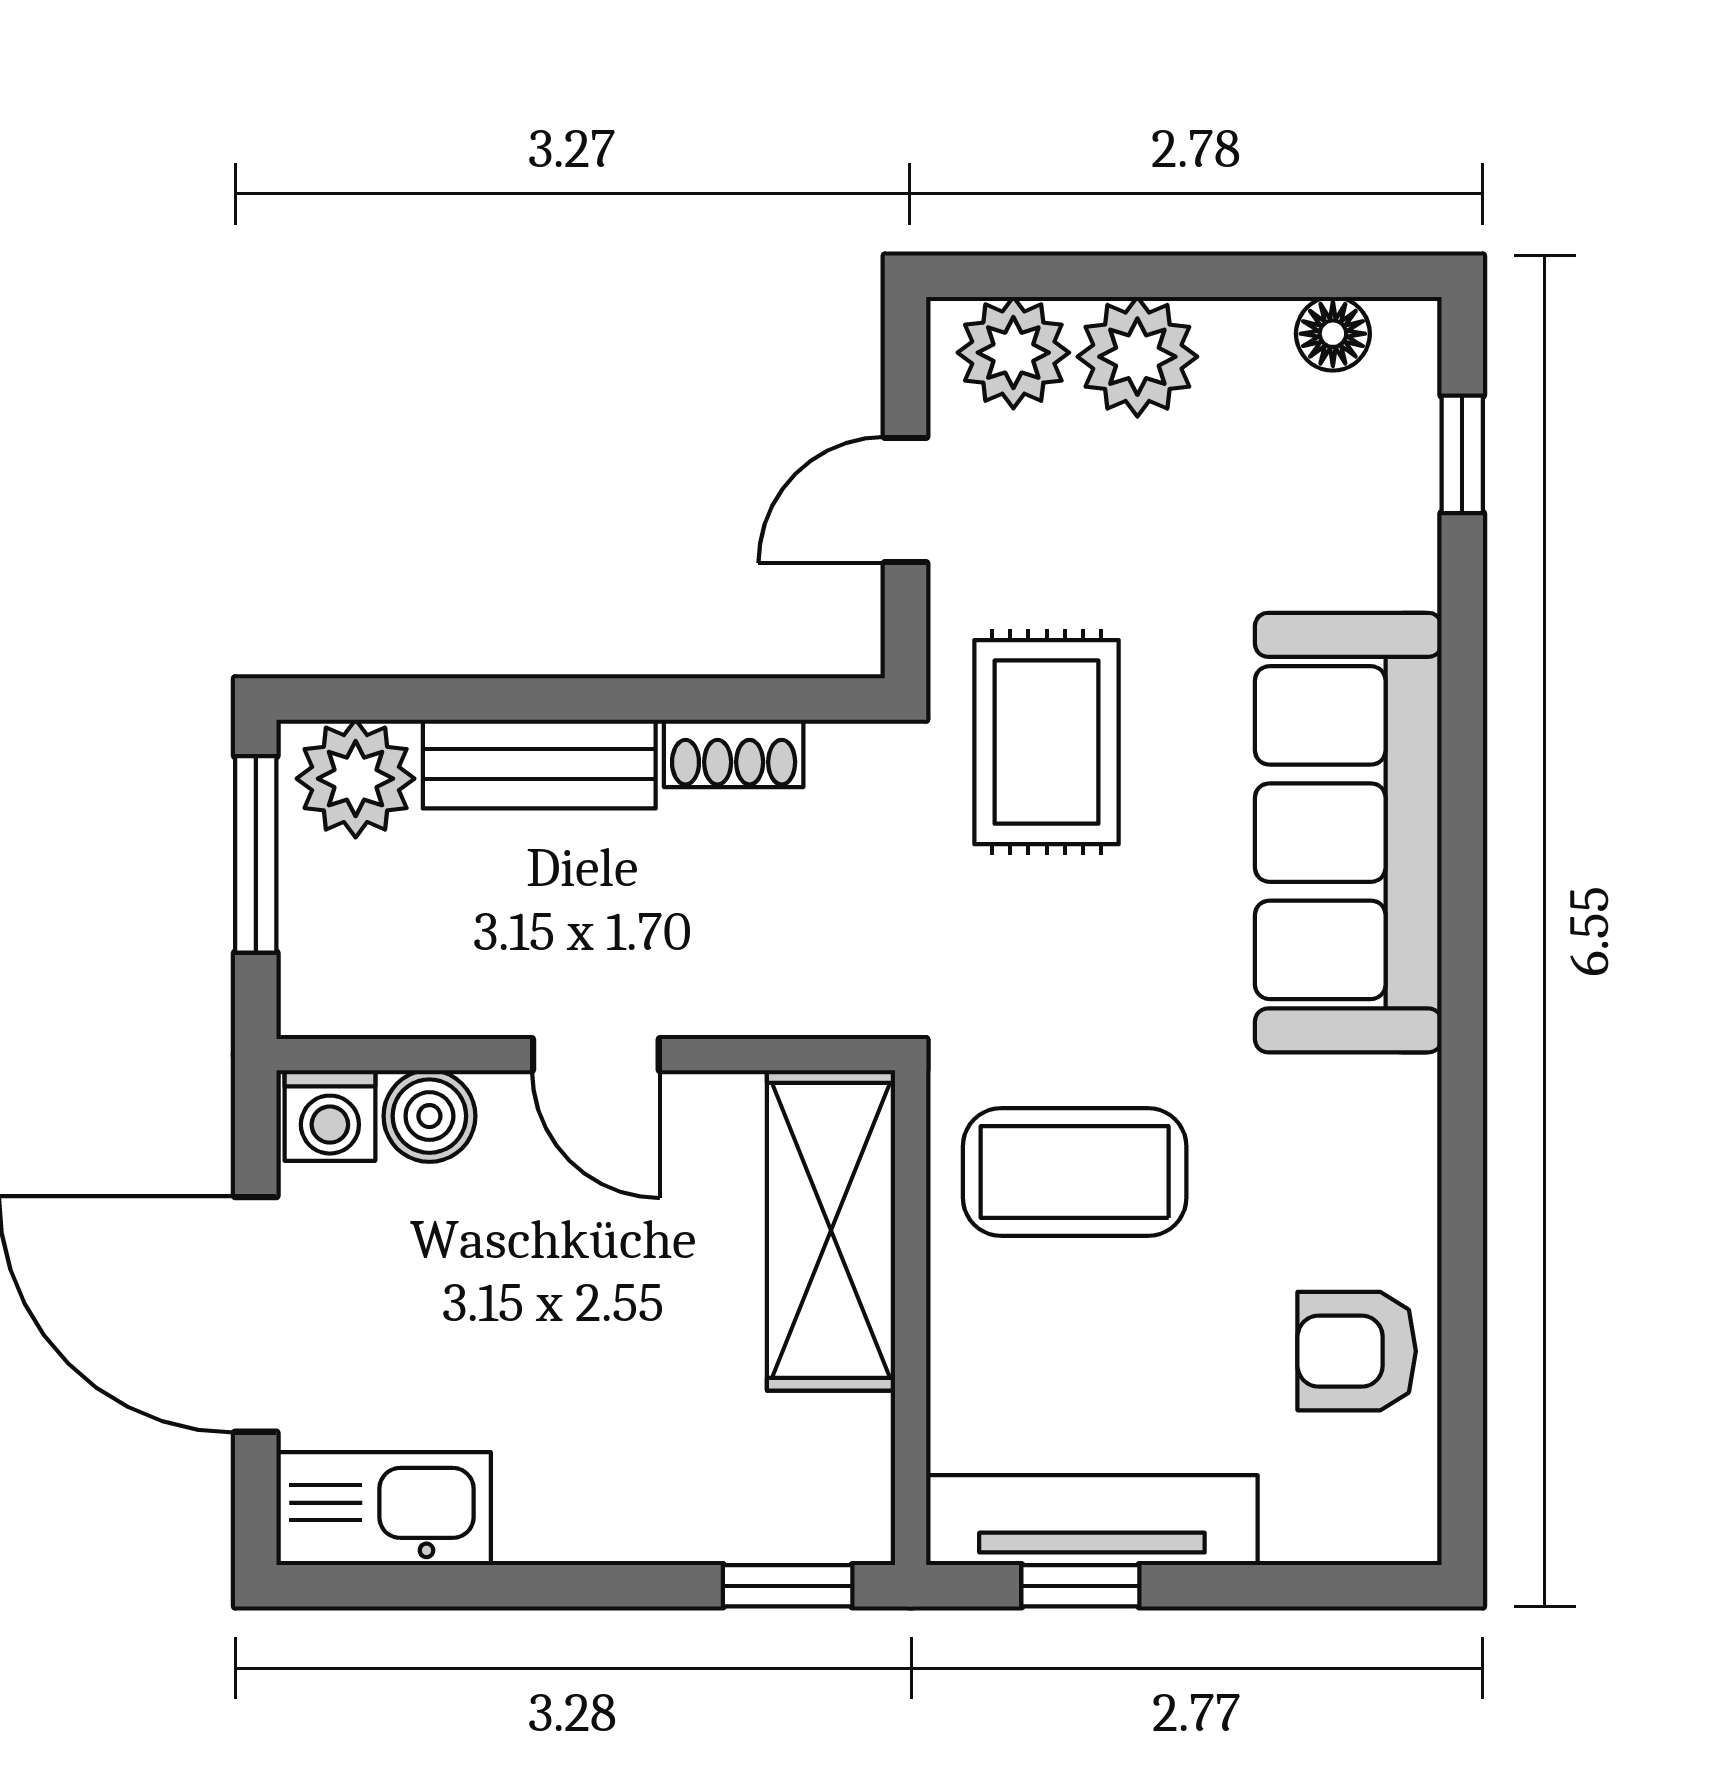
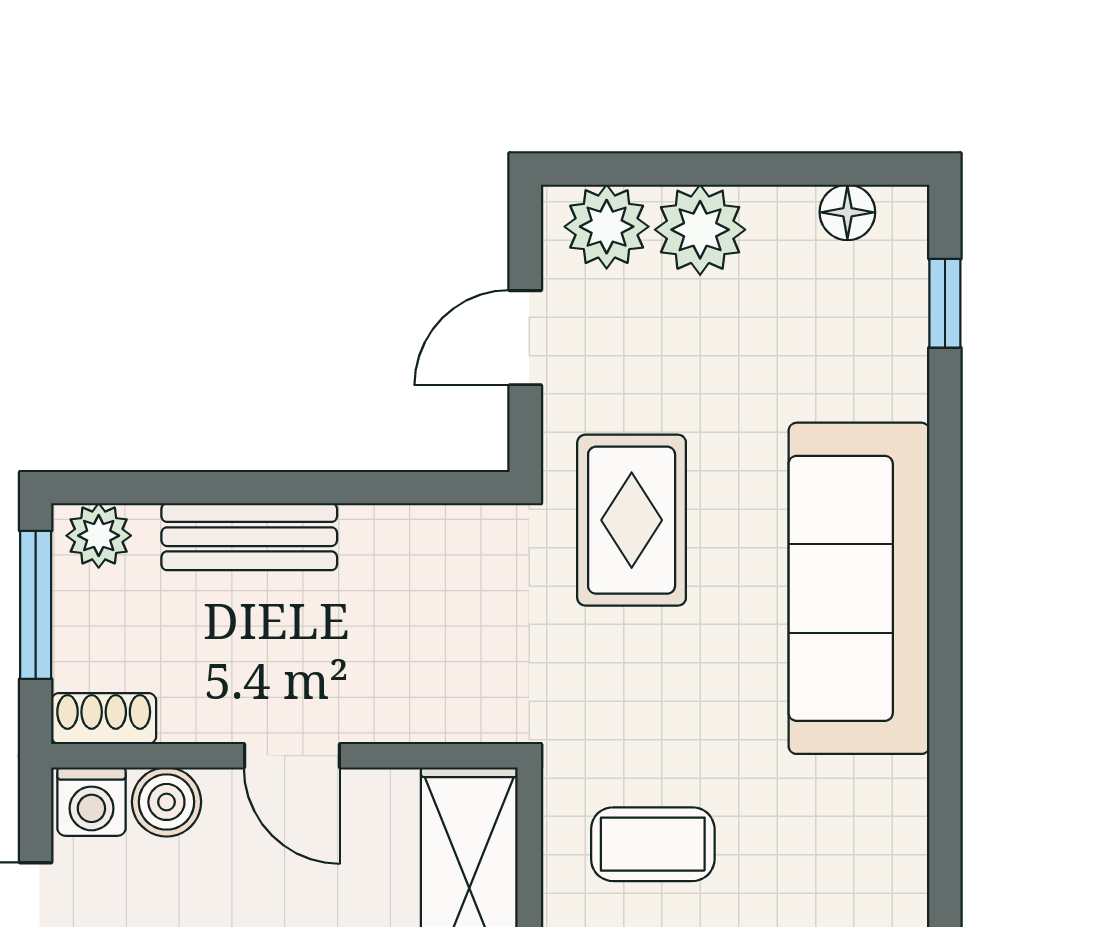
shoe rack: (734, 753) -> (104, 719), moved, turned 180
plant: (356, 779) -> (99, 536), width x0.73, depth x0.73
coffee table: (1075, 1172) -> (653, 844), width x0.73, depth x0.77

